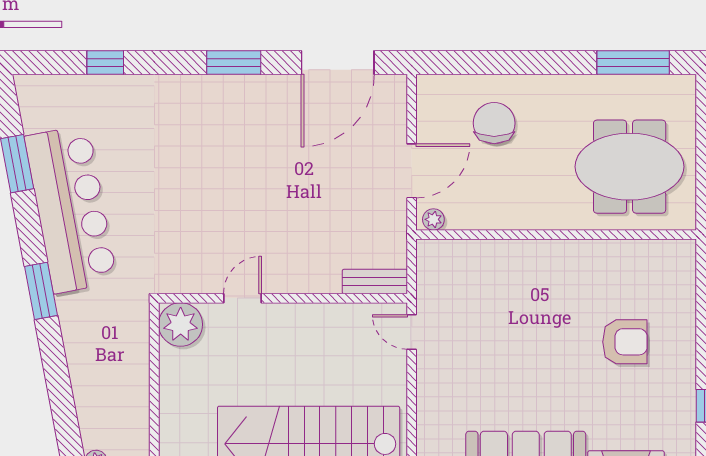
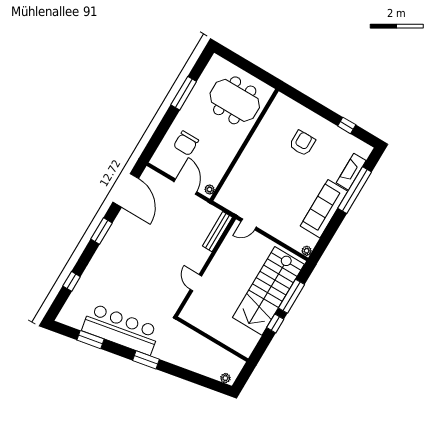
window: (633, 63) -> (184, 93), moved
chair: (494, 123) -> (186, 143), turned -90
meeting table: (630, 167) -> (235, 100), turned 90
bench: (375, 281) -> (217, 232), width x1.36
plant: (181, 324) -> (192, 313), removed

